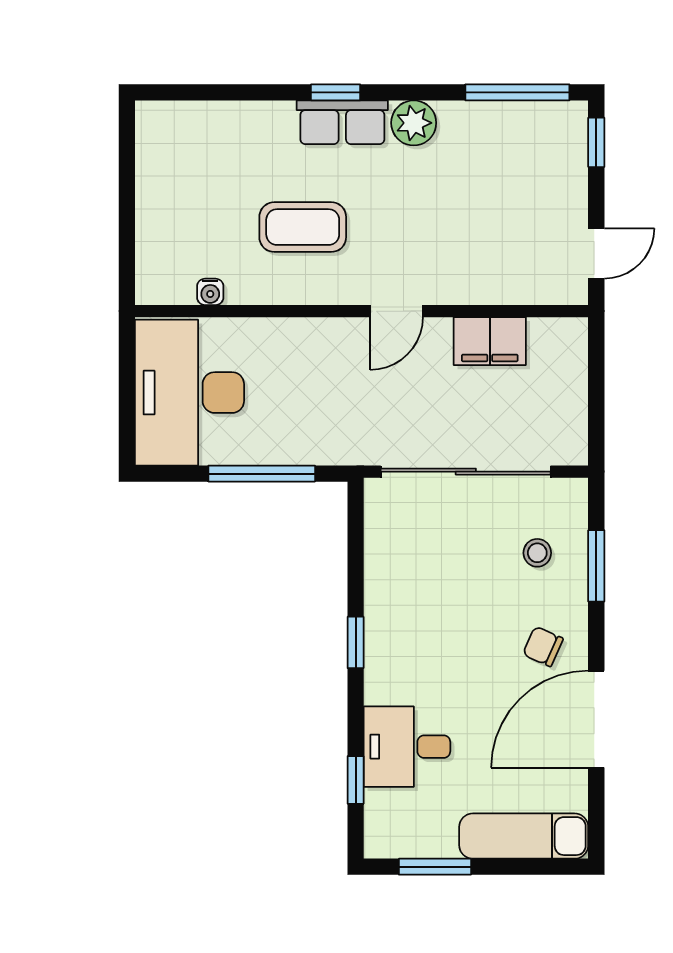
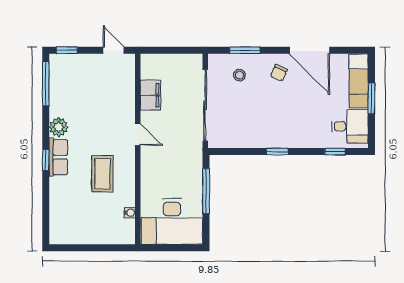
desk: (407, 747) -> (350, 126), moved, turned -90
window: (435, 867) -> (371, 99), moved

